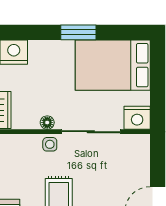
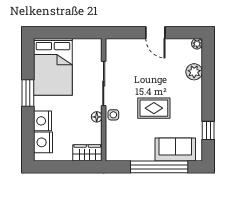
nightstand: (137, 118) -> (43, 121), moved, turned 180

